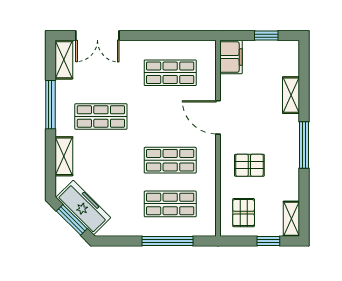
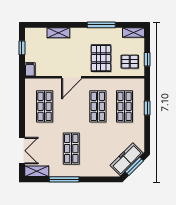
filing cabinet: (231, 57) -> (30, 69), width x0.50
window: (304, 145) -> (101, 25), moved
shelving: (64, 156) -> (95, 171), removed
pallet: (249, 165) -> (101, 58), width x1.50, depth x1.42
window: (167, 241) -> (147, 108), width x0.46
window: (268, 241) -> (147, 59), moved

